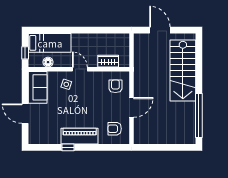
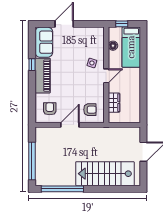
sofa: (38, 87) -> (44, 42), moved, turned -90
door: (132, 107) -> (70, 125), swing flipped
window: (170, 147) -> (32, 161), added

